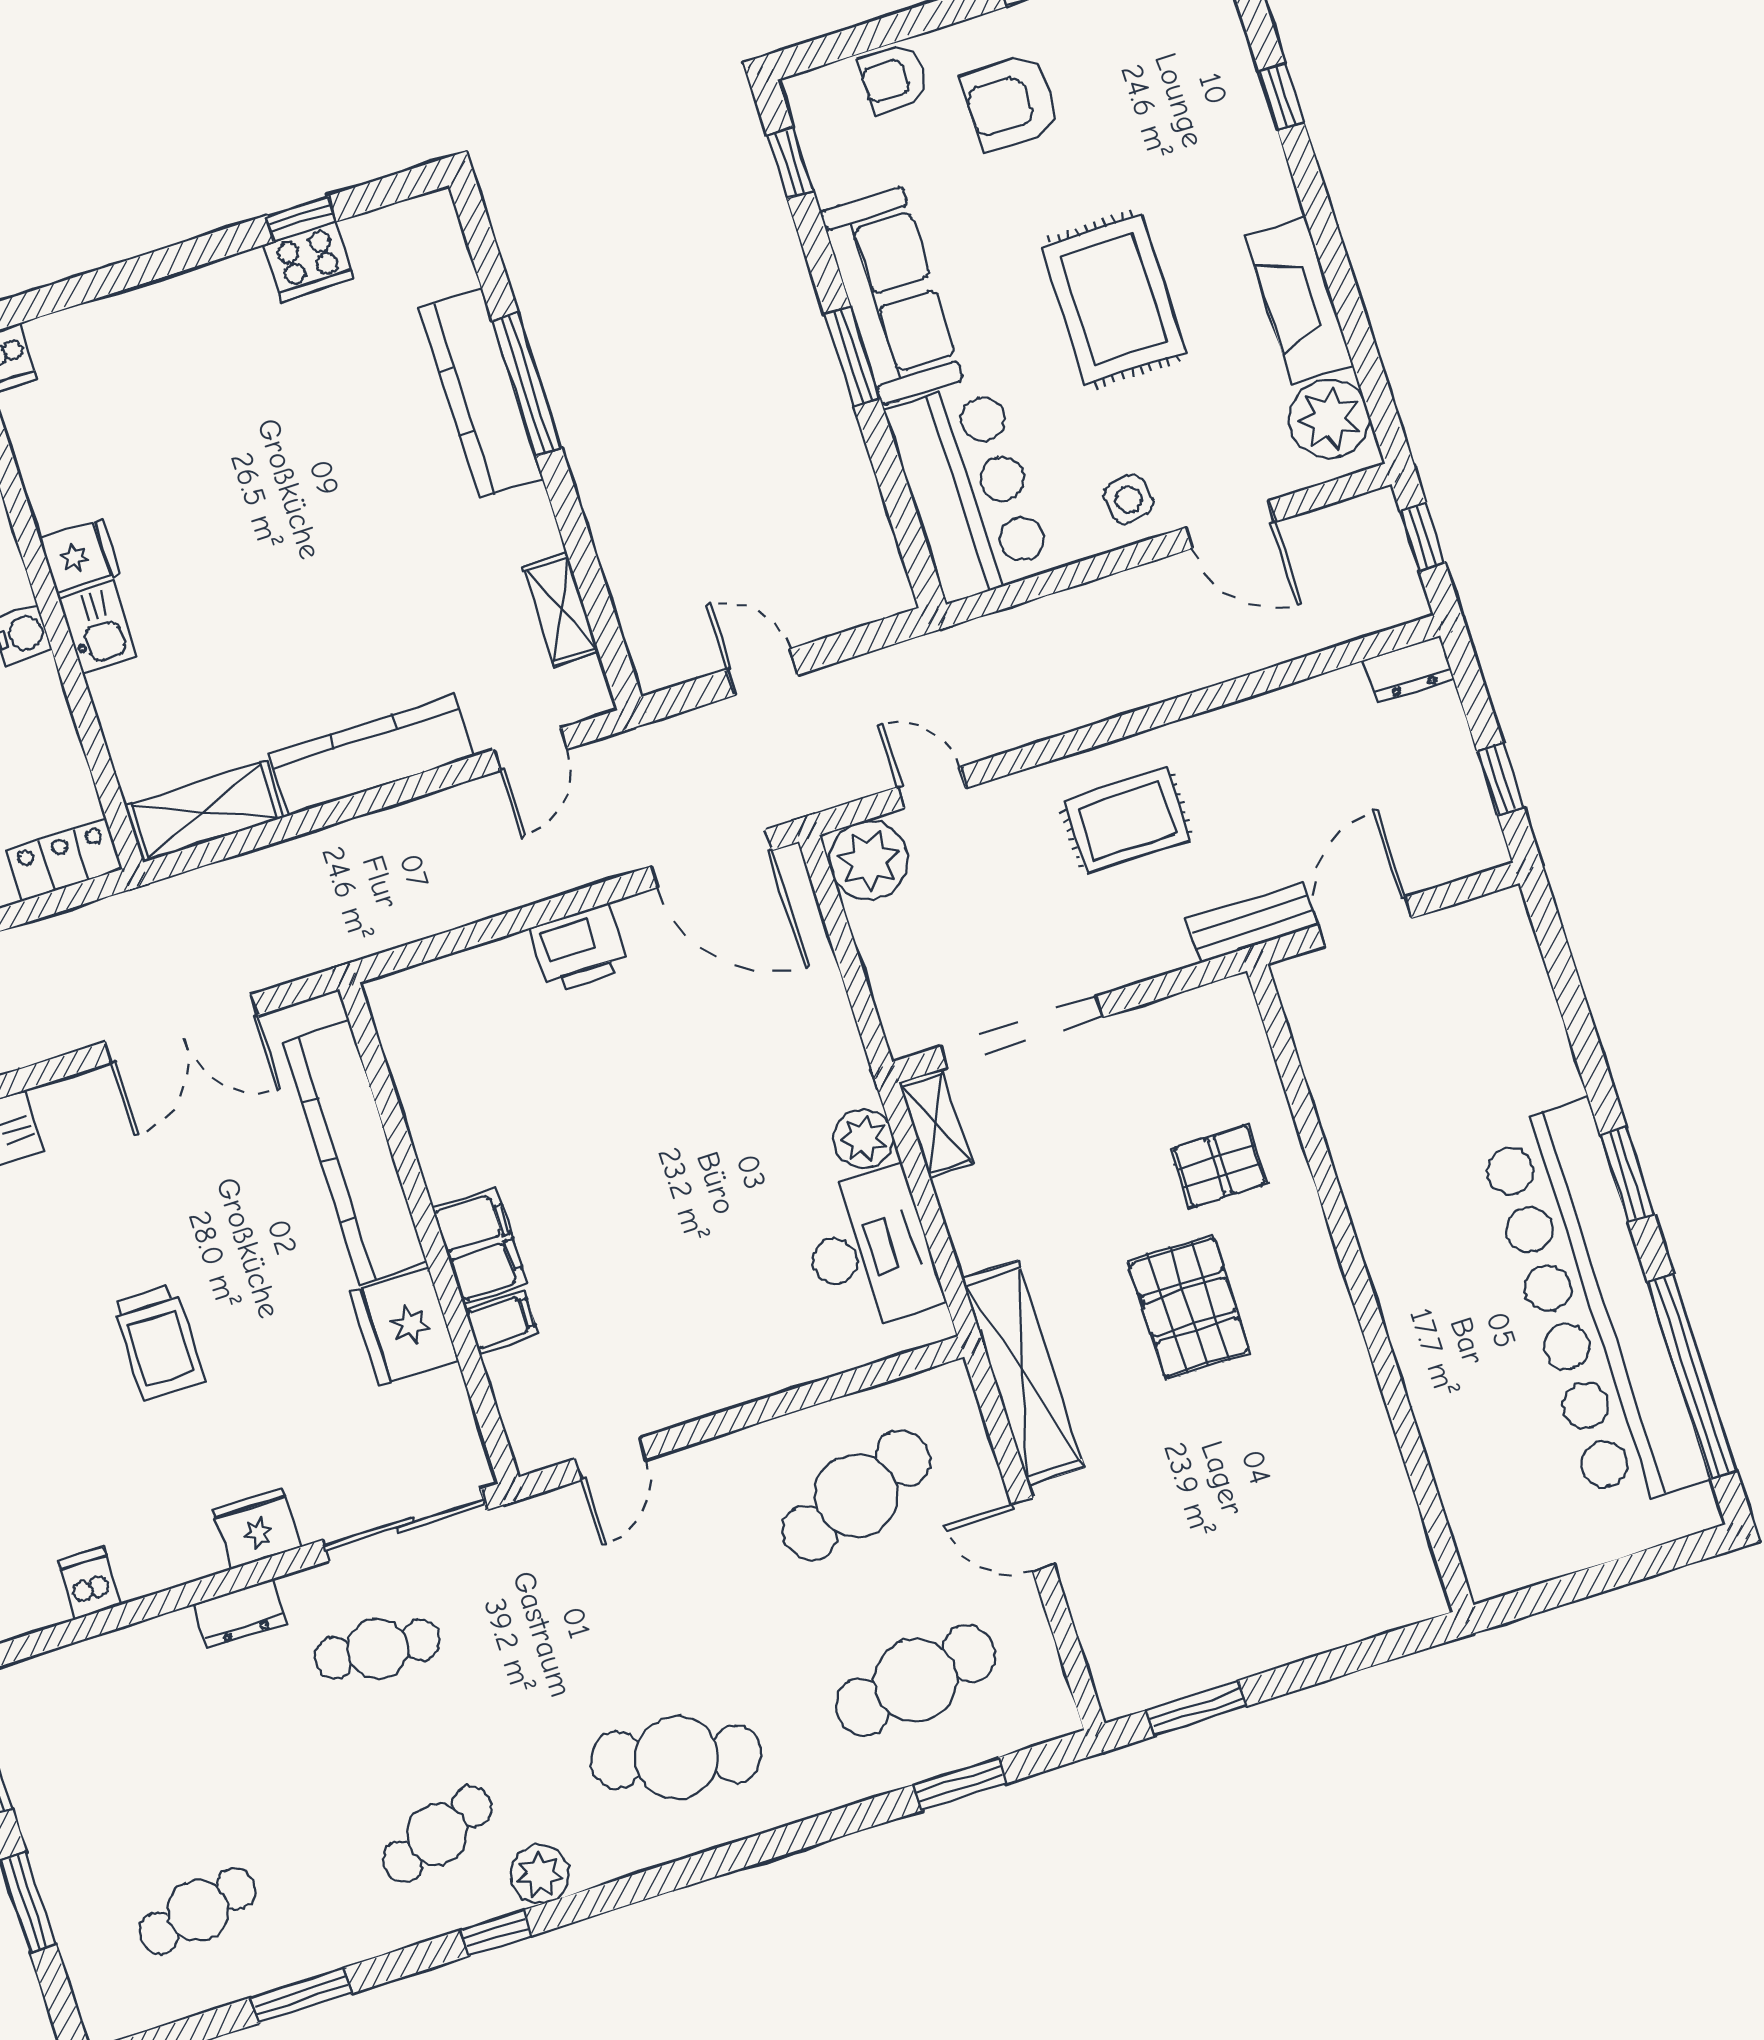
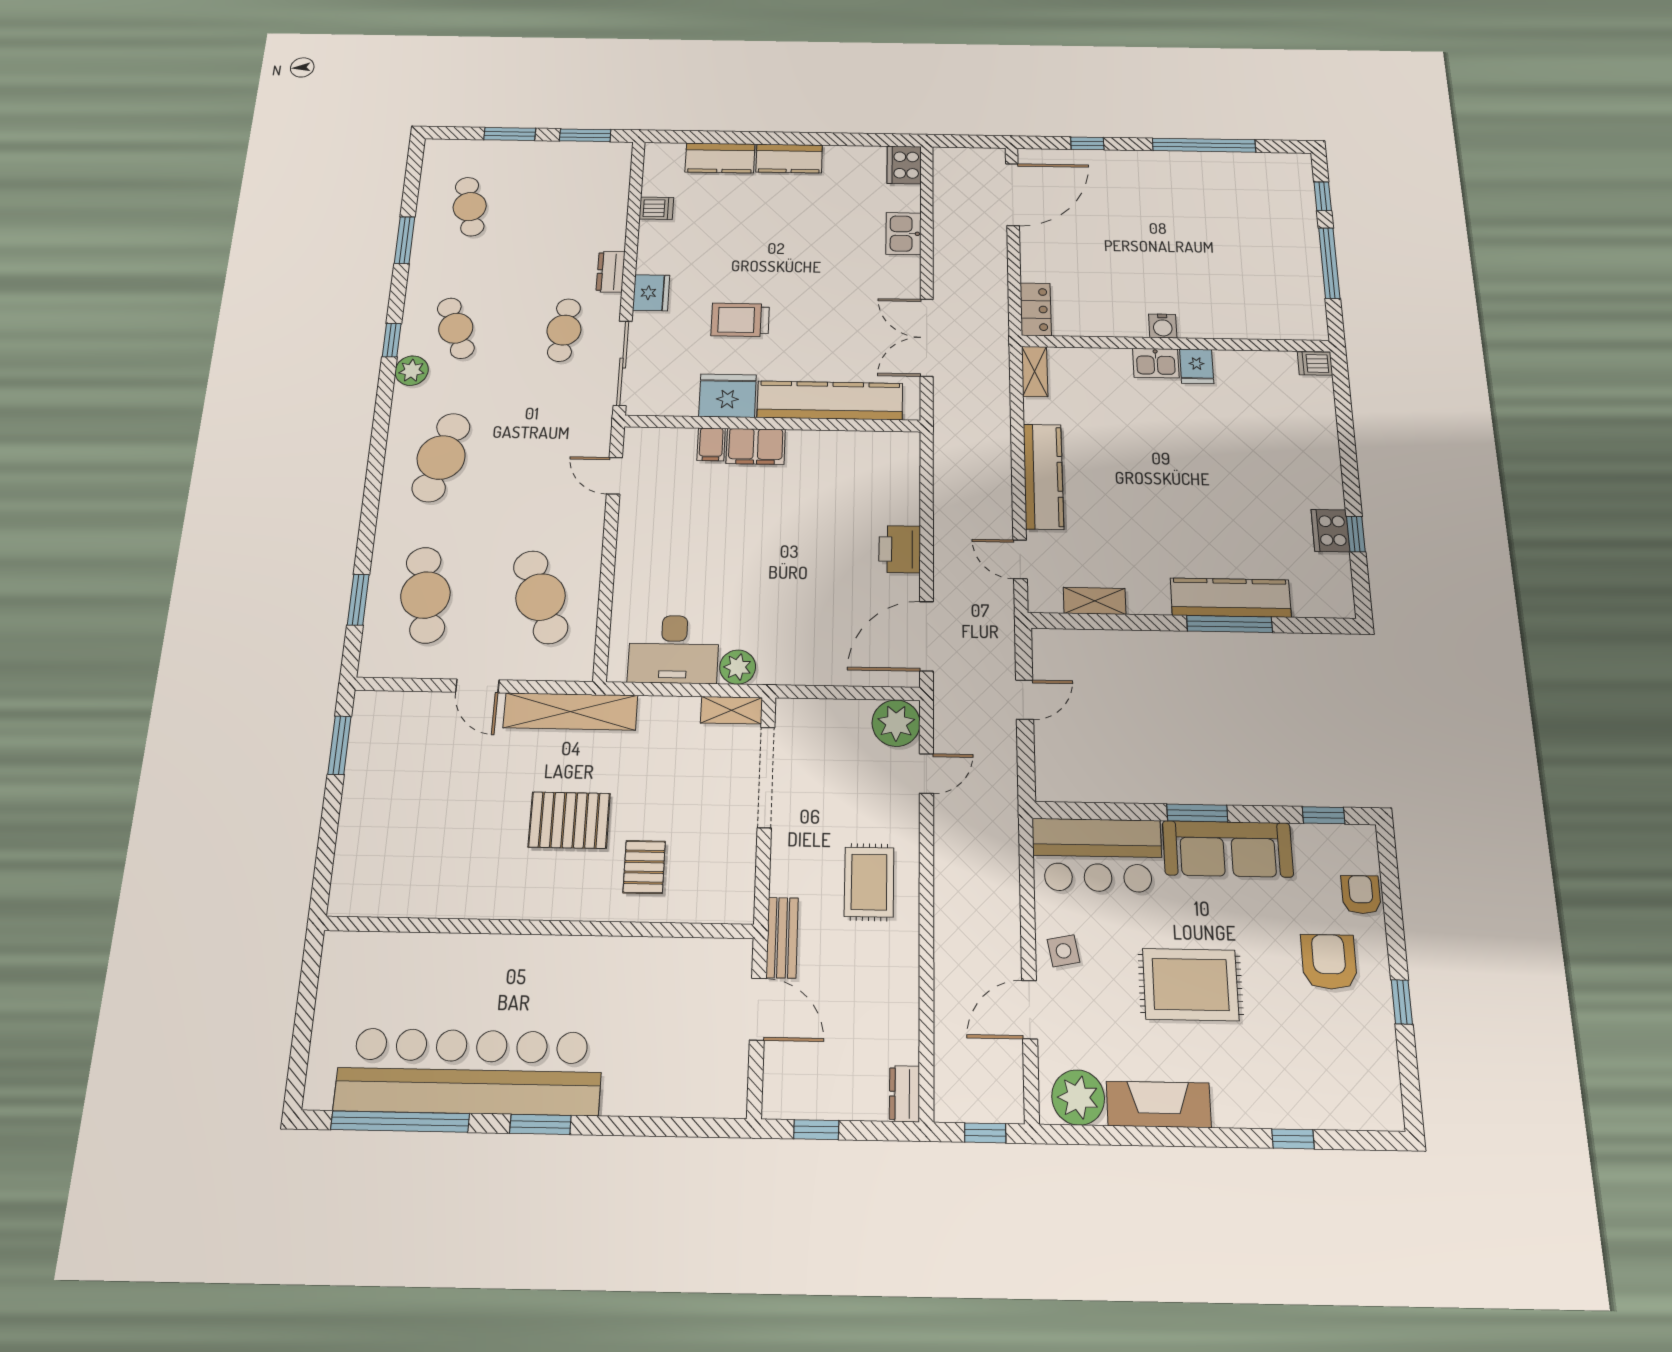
shelving: (204, 812) -> (1035, 371), width x0.67, depth x0.75
trolley: (158, 1342) -> (740, 320), moved
door: (1033, 1535) -> (477, 686), swing flipped

